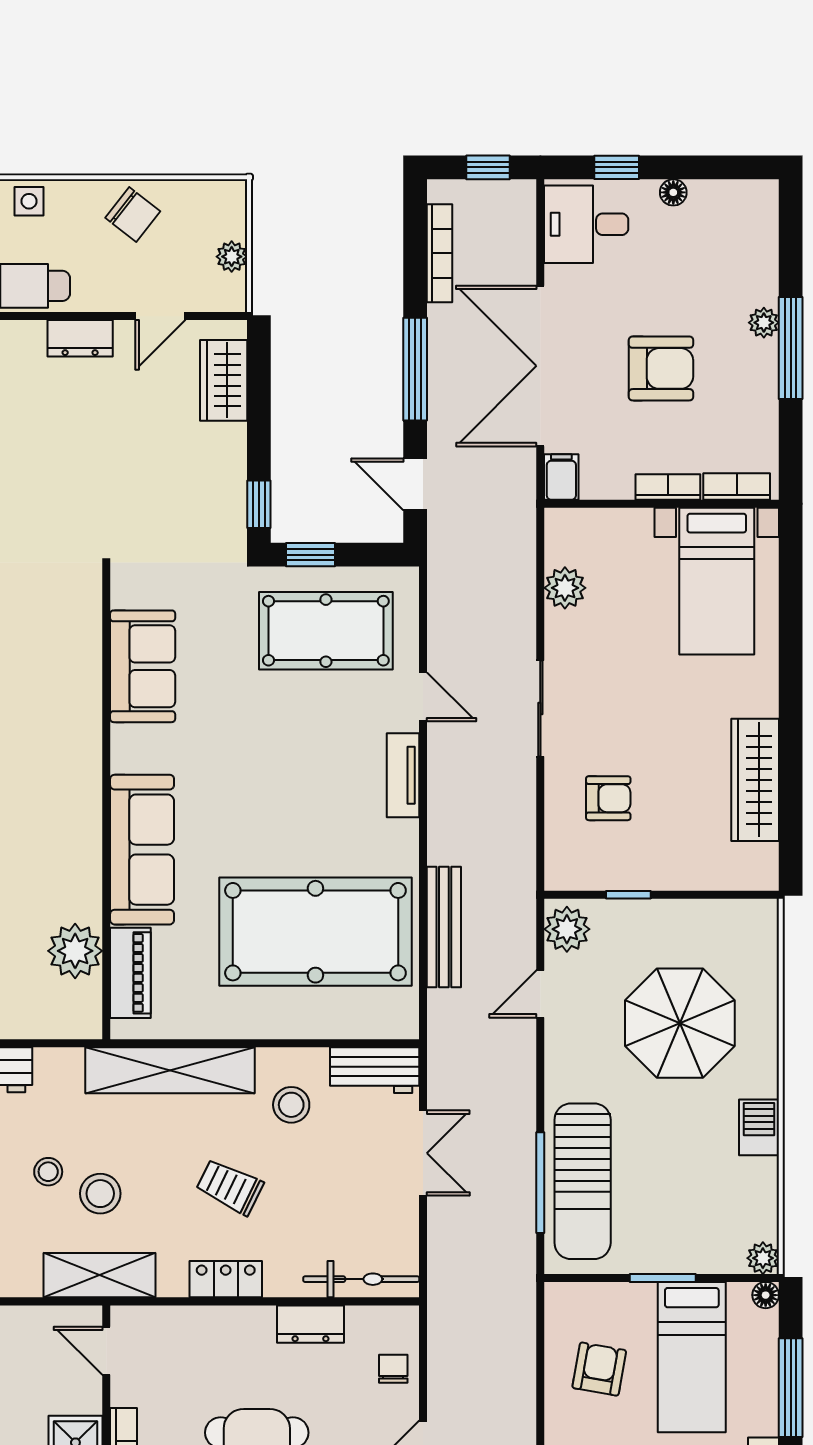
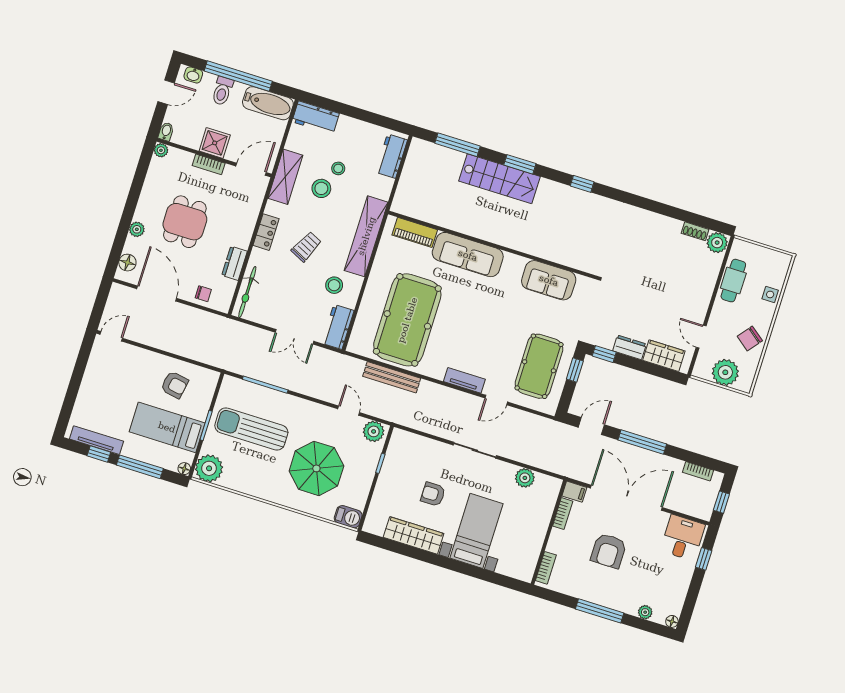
floor lamp: (673, 192) -> (672, 621), moved
bookcase: (440, 253) -> (698, 471), width x0.64
plant: (232, 257) -> (725, 372), width x1.88, depth x1.88
plant: (764, 323) -> (645, 612), moved
dresser: (80, 338) -> (629, 347), moved, turned 90
bookcase: (668, 487) -> (563, 514), moved
bed with nightstands: (717, 581) -> (476, 531), moved, turned 90
armchair: (608, 798) -> (433, 494), moved, turned 90
plant: (75, 951) -> (432, 211), removed
barbecue: (759, 1127) -> (348, 517), moved
sun lounger: (583, 1181) -> (251, 429), moved
plant: (763, 1258) -> (209, 468), width x1.87, depth x1.87
door: (106, 1351) -> (251, 169), width x1.38

